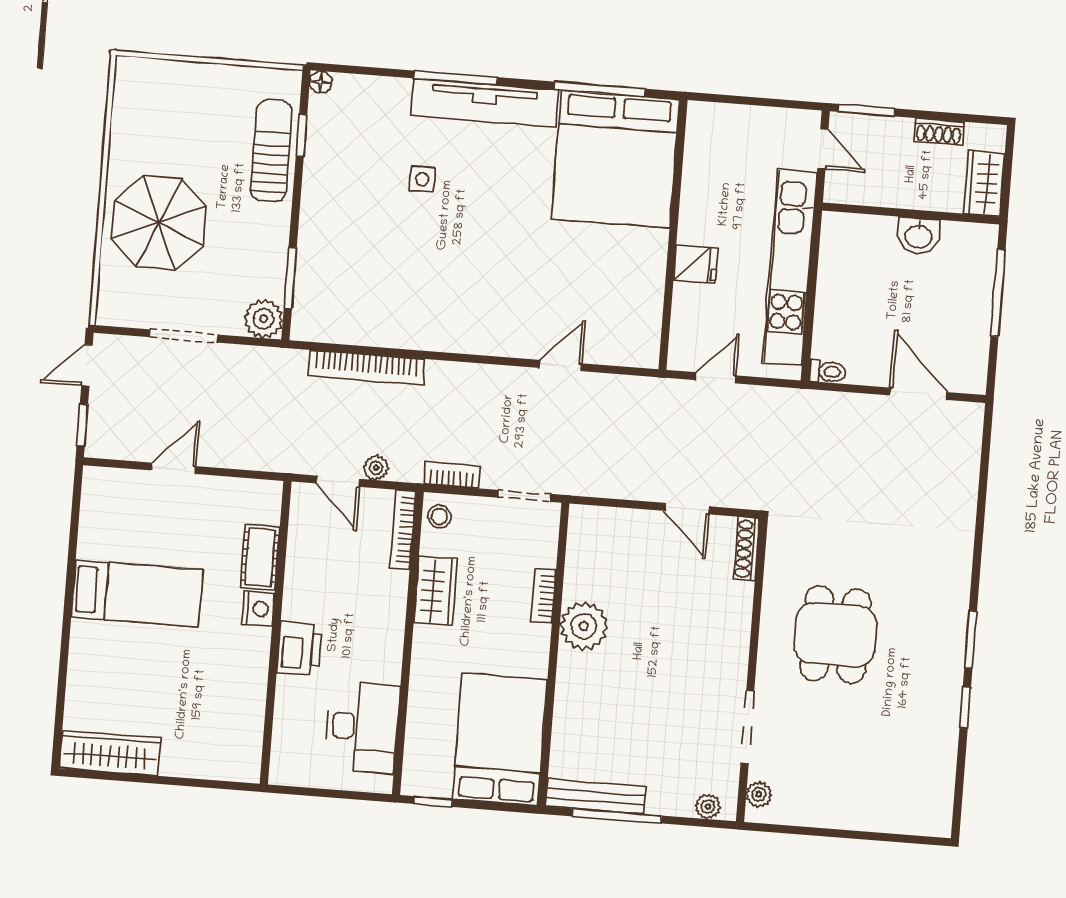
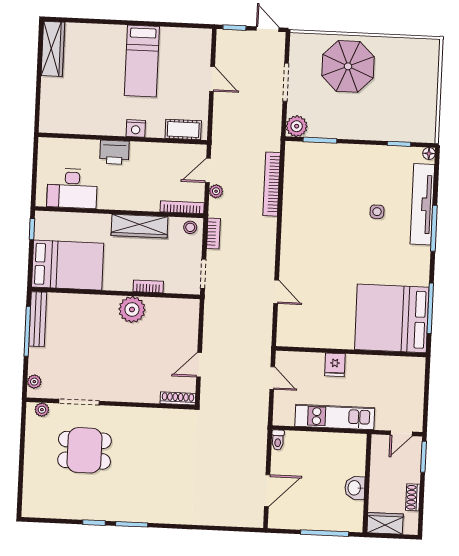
tv unit: (485, 103) -> (422, 204), moved
sun lounger: (271, 151) -> (390, 127), removed
kitchen unit: (789, 268) -> (335, 417), width x0.73
cot: (260, 557) -> (183, 130), moved
wardrobe: (436, 591) -> (139, 226), width x1.50
dining table: (835, 635) -> (84, 450), moved

